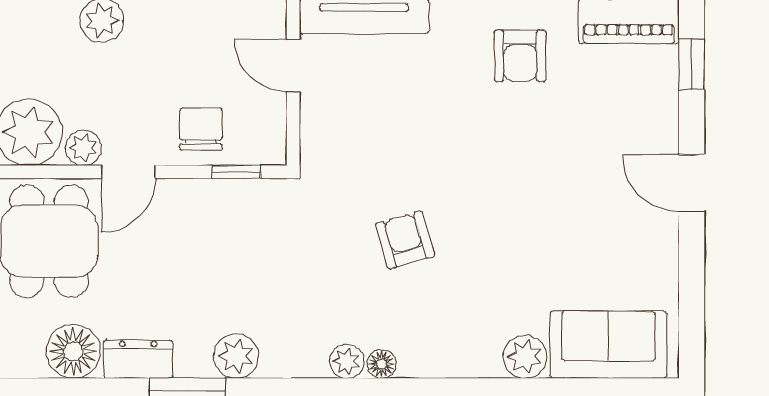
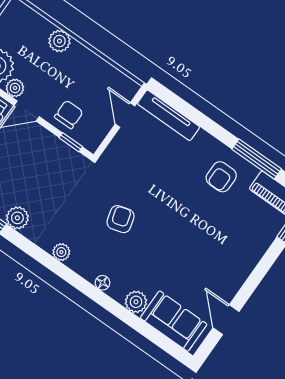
door: (692, 183) -> (226, 320), moved
floor lamp: (382, 364) -> (103, 283), moved

